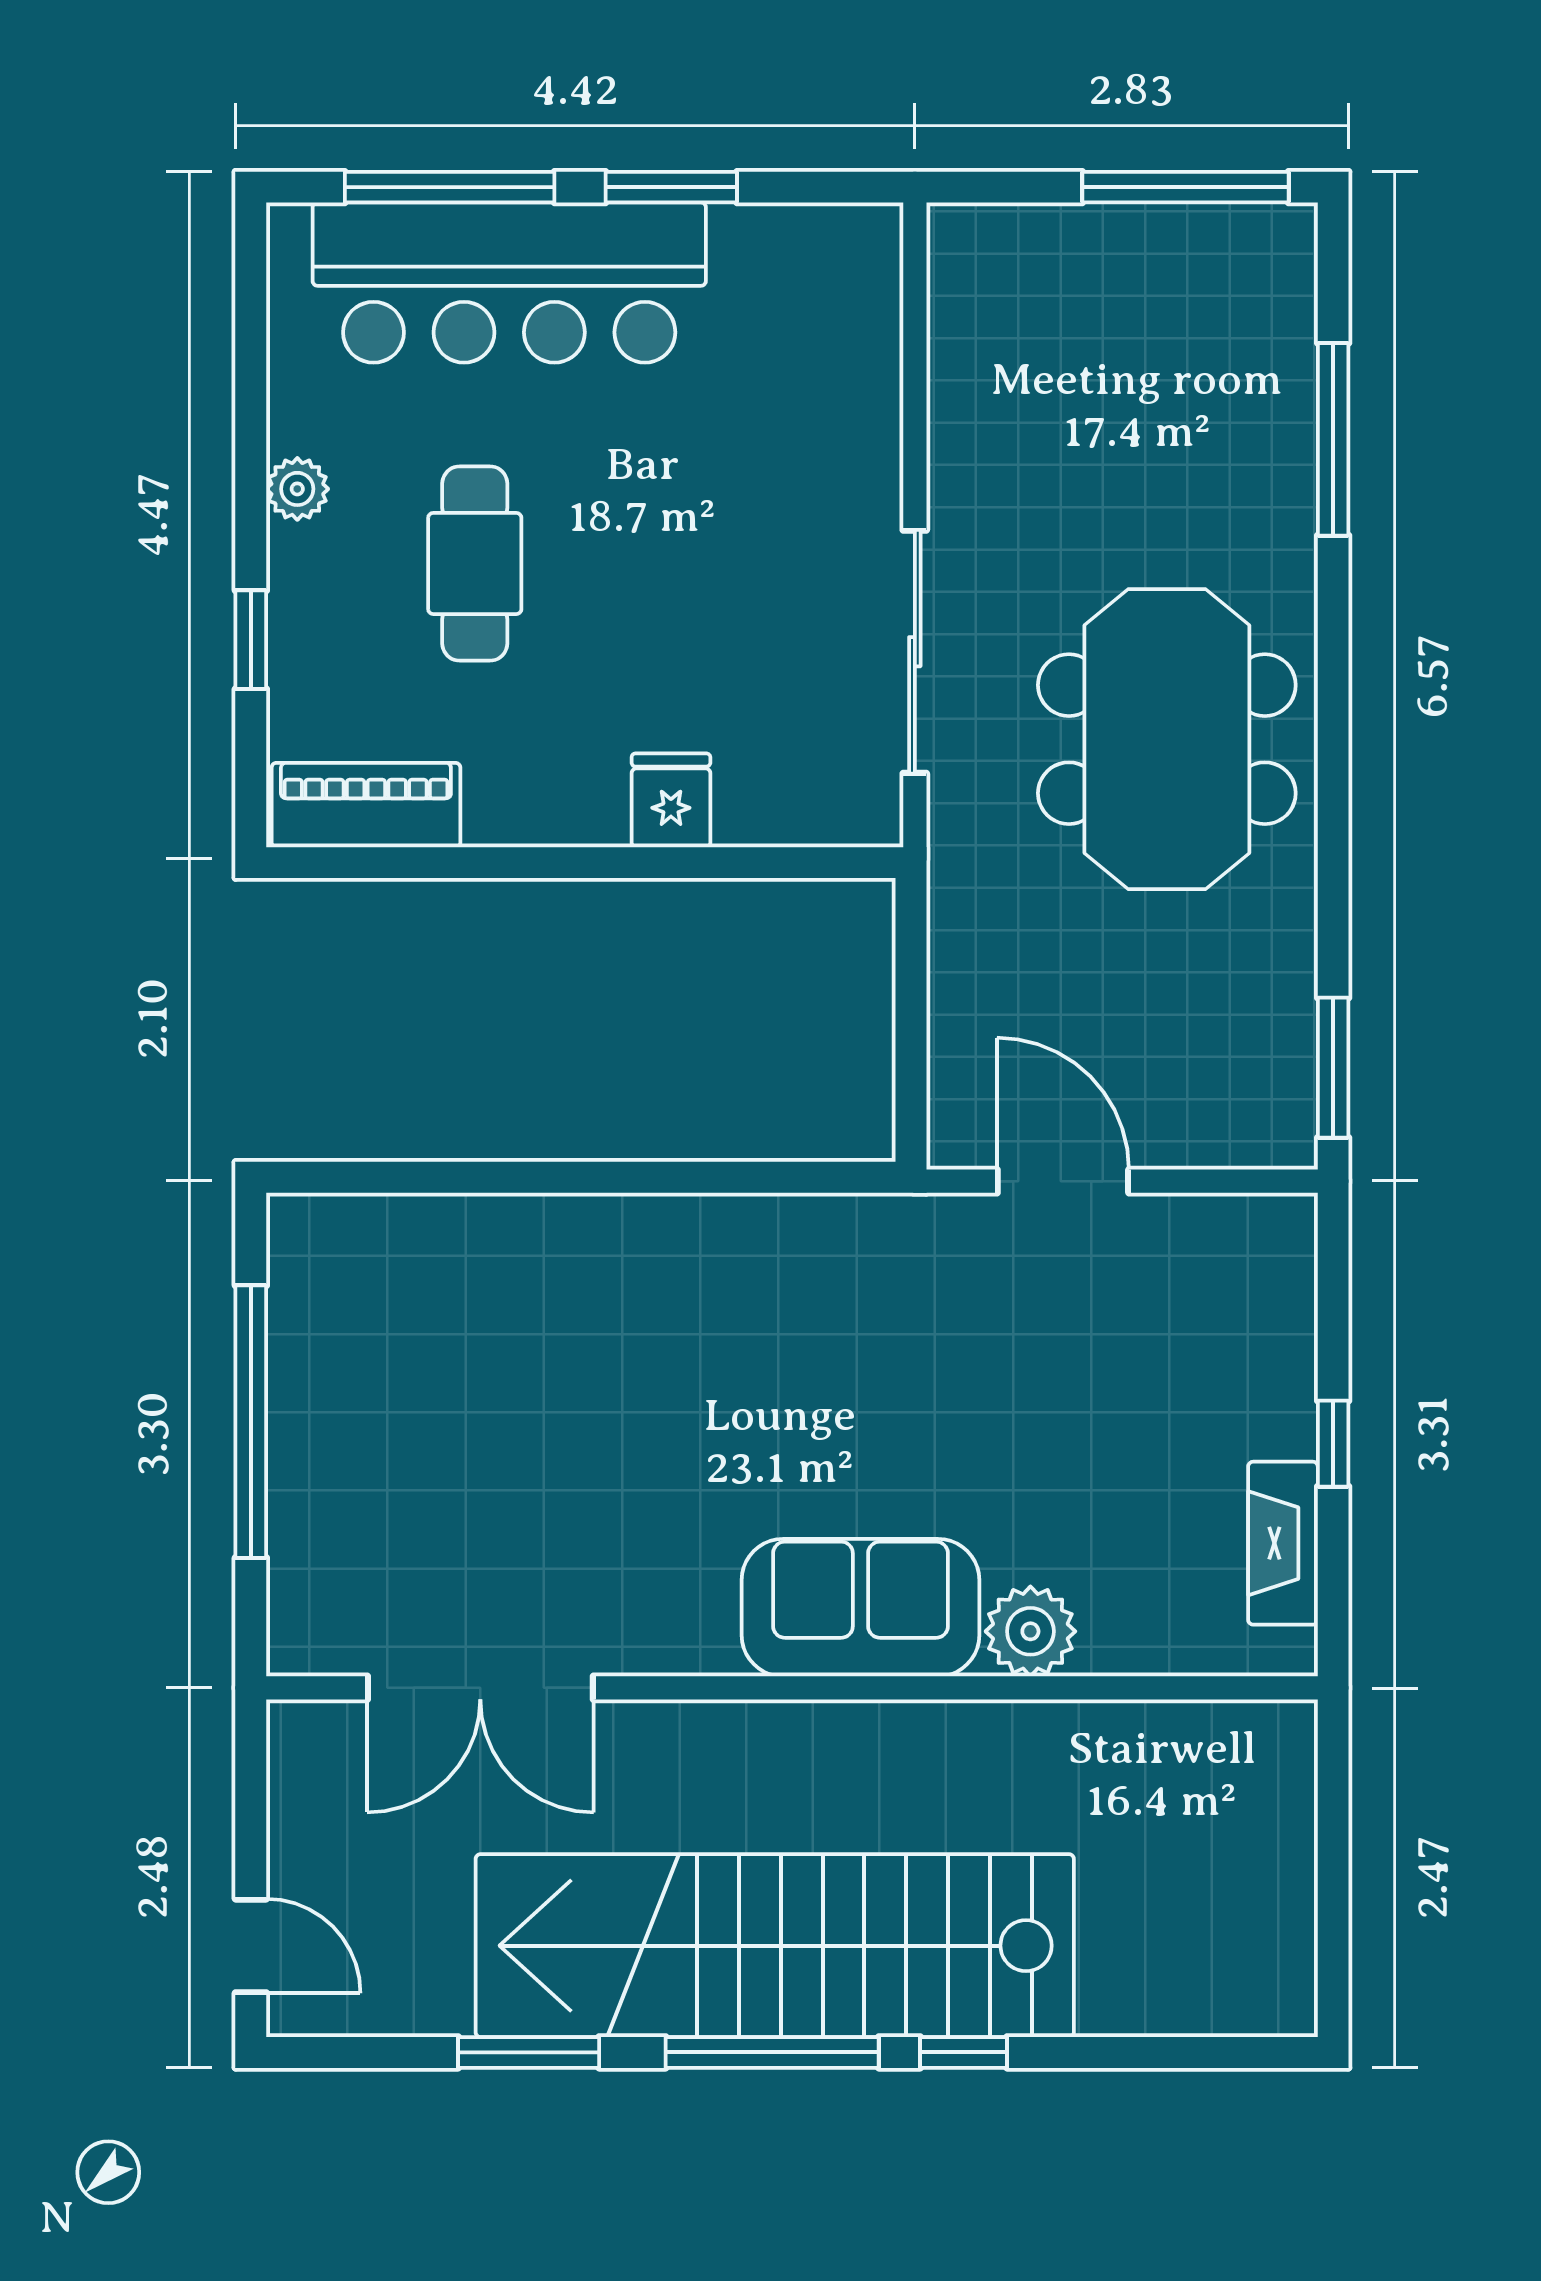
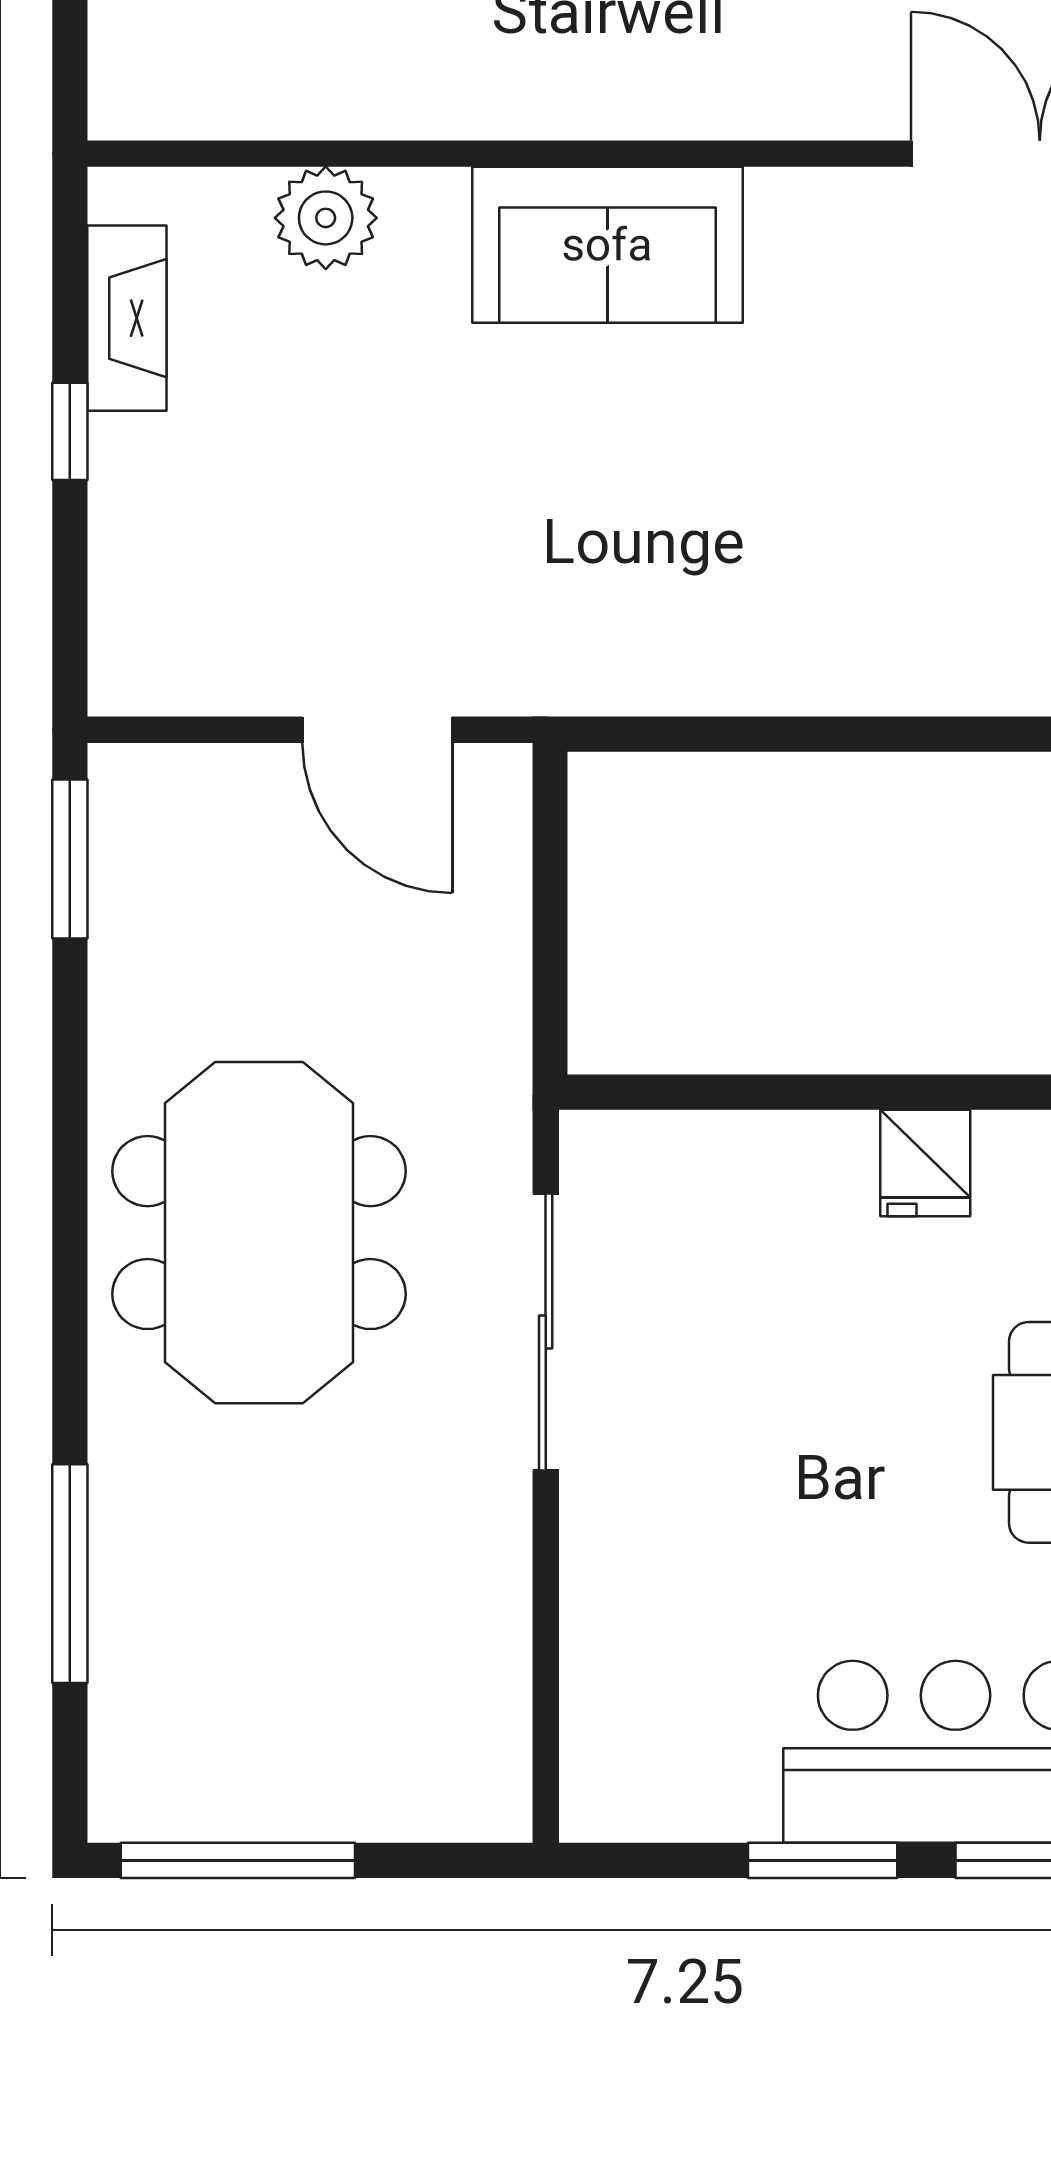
fridge: (671, 800) -> (925, 1163), moved
plant: (1030, 1631) -> (326, 218), moved

